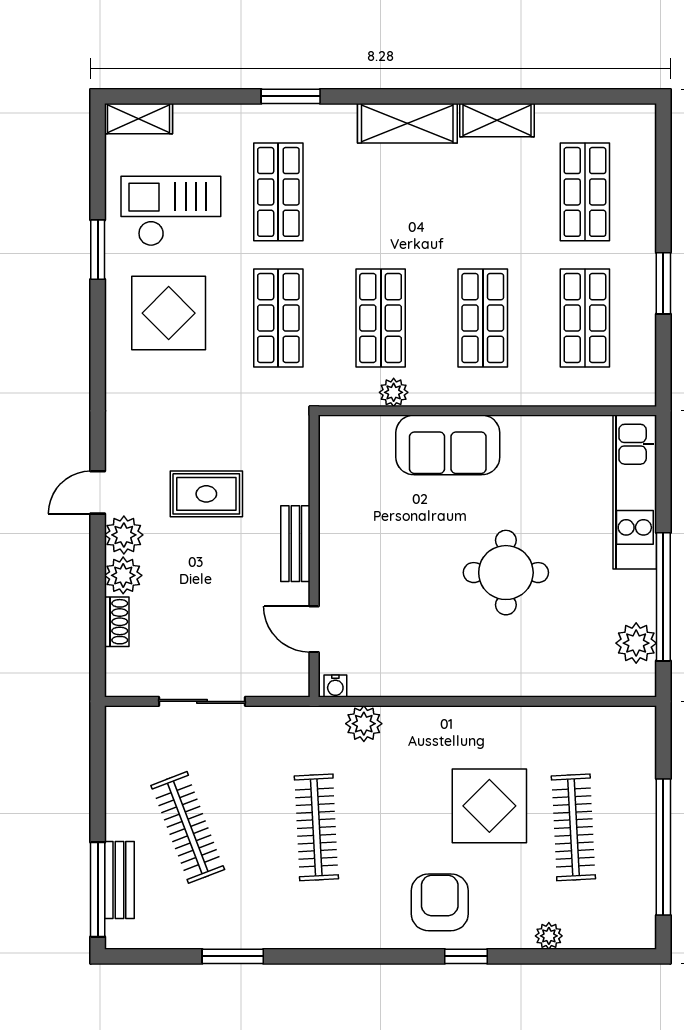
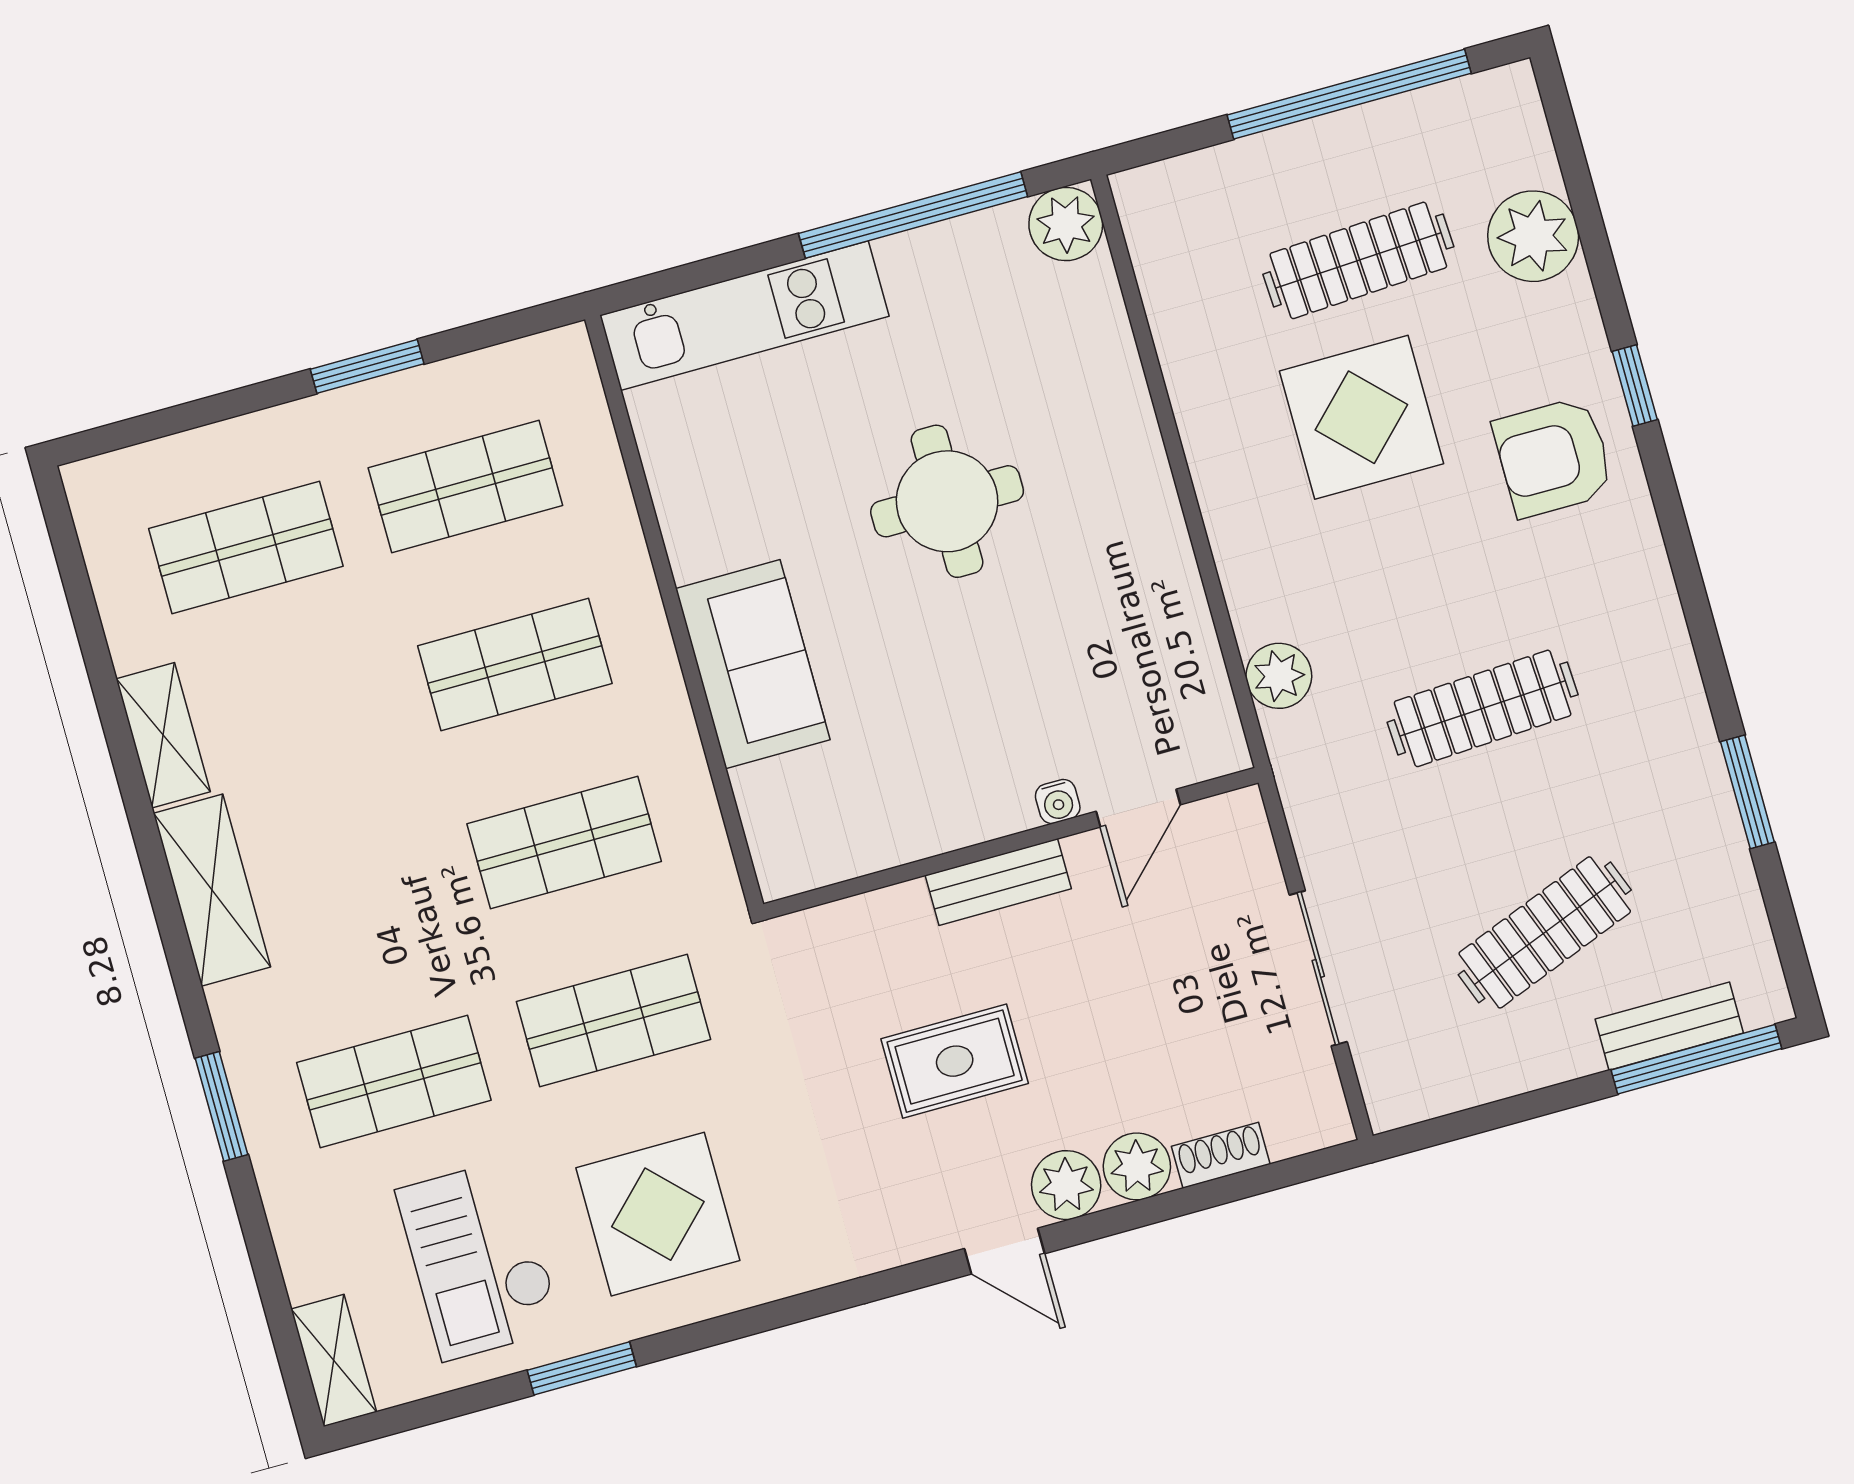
plant: (394, 392) -> (687, 784), removed
rug: (206, 494) -> (955, 1061), turned 90
plant: (636, 643) -> (1066, 224), moved
water cooler: (335, 686) -> (1058, 802), moved, turned 90
plant: (549, 936) -> (1533, 236), width x1.87, depth x1.87

